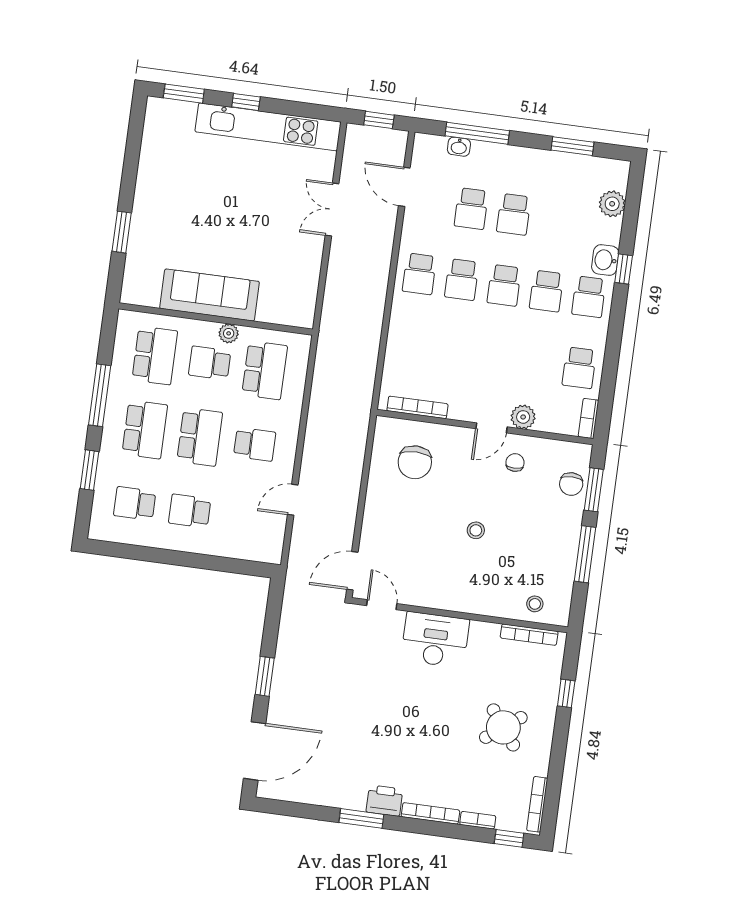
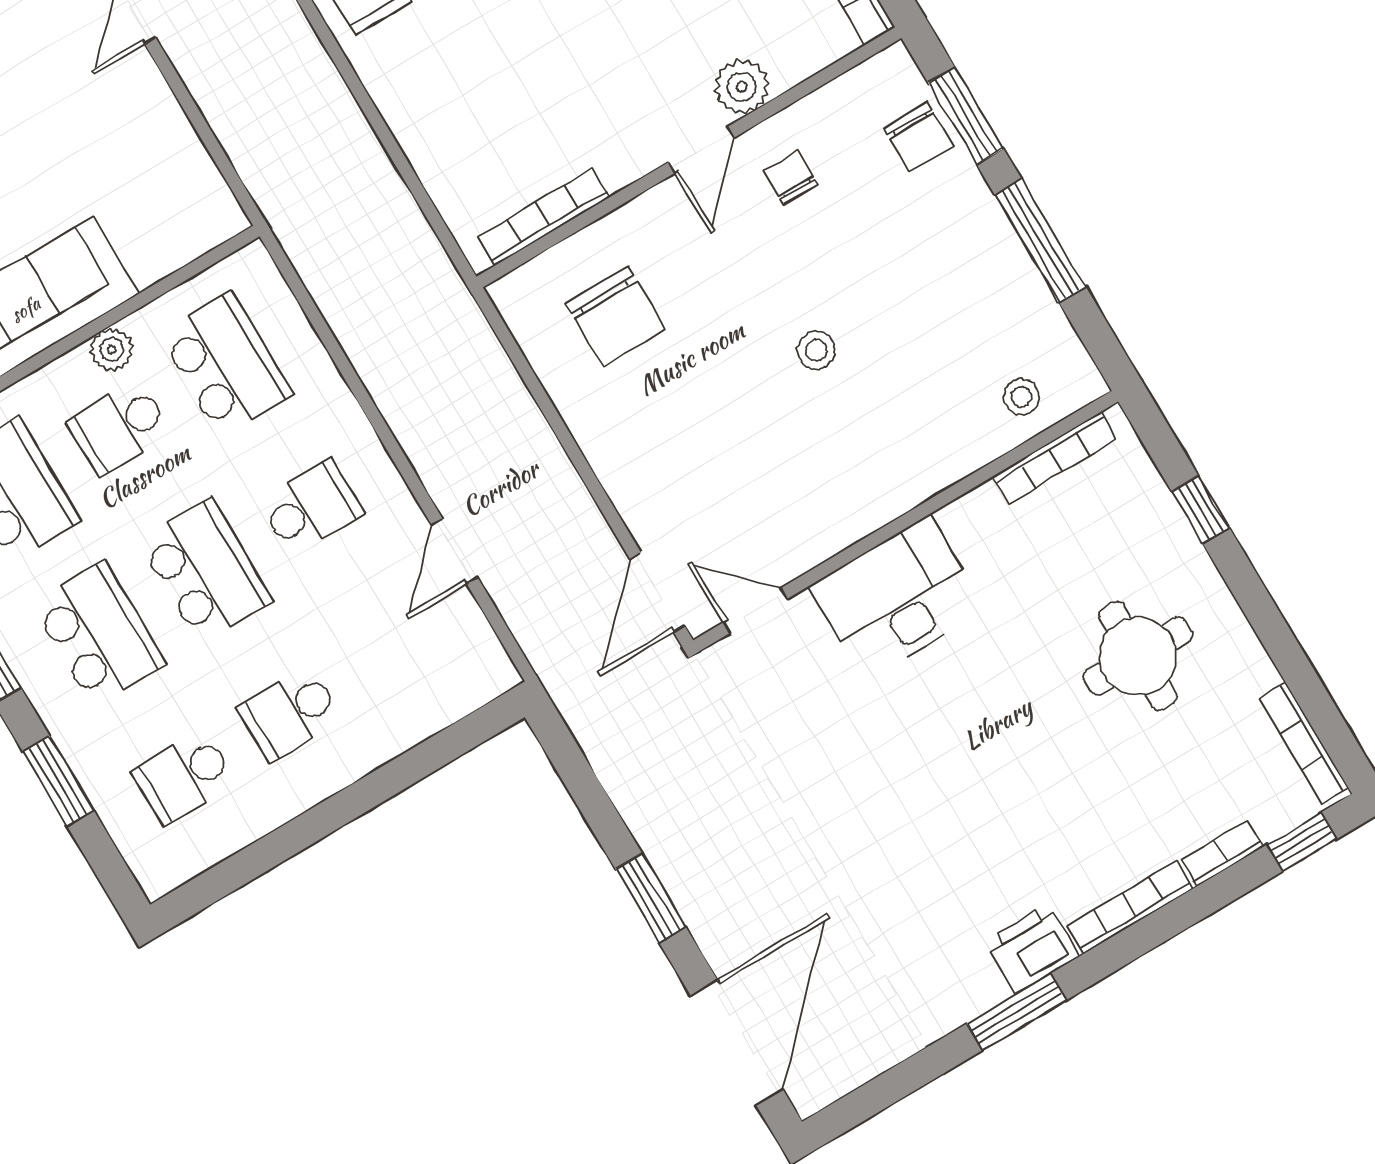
round table: (503, 727) -> (1138, 656), turned 37

